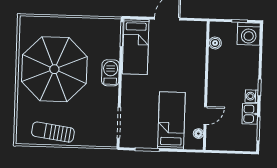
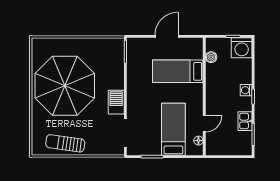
bed: (136, 47) -> (178, 71), moved, turned 90
barbecue: (110, 73) -> (116, 102), moved
washing machine: (252, 96) -> (246, 90), moved

